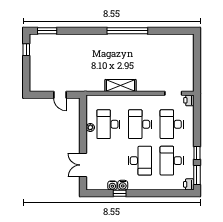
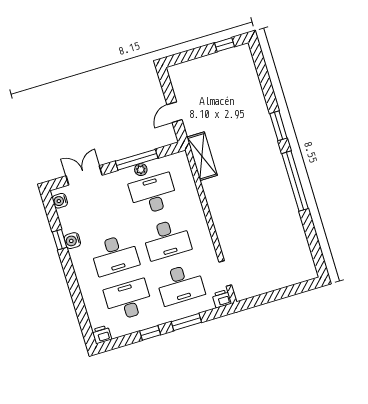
window: (47, 31) -> (278, 126), moved
shelving: (120, 86) -> (202, 156), moved
desk: (140, 124) -> (167, 239), turned 180
desk: (172, 124) -> (180, 284), turned 180
window: (83, 128) -> (137, 160), added
window: (197, 175) -> (186, 322), moved
water cooler: (112, 185) -> (60, 201), moved

